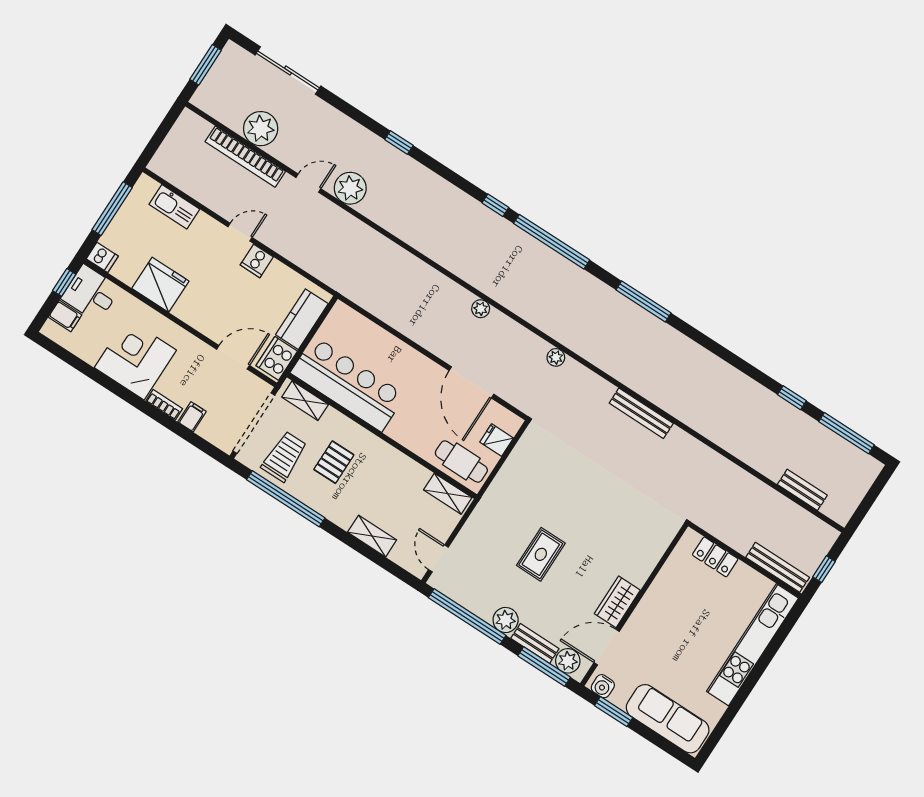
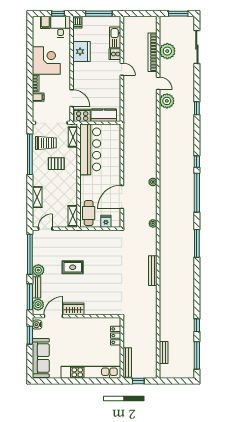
cooker: (257, 261) -> (115, 54), moved
door: (607, 647) -> (53, 316), hinge flipped

